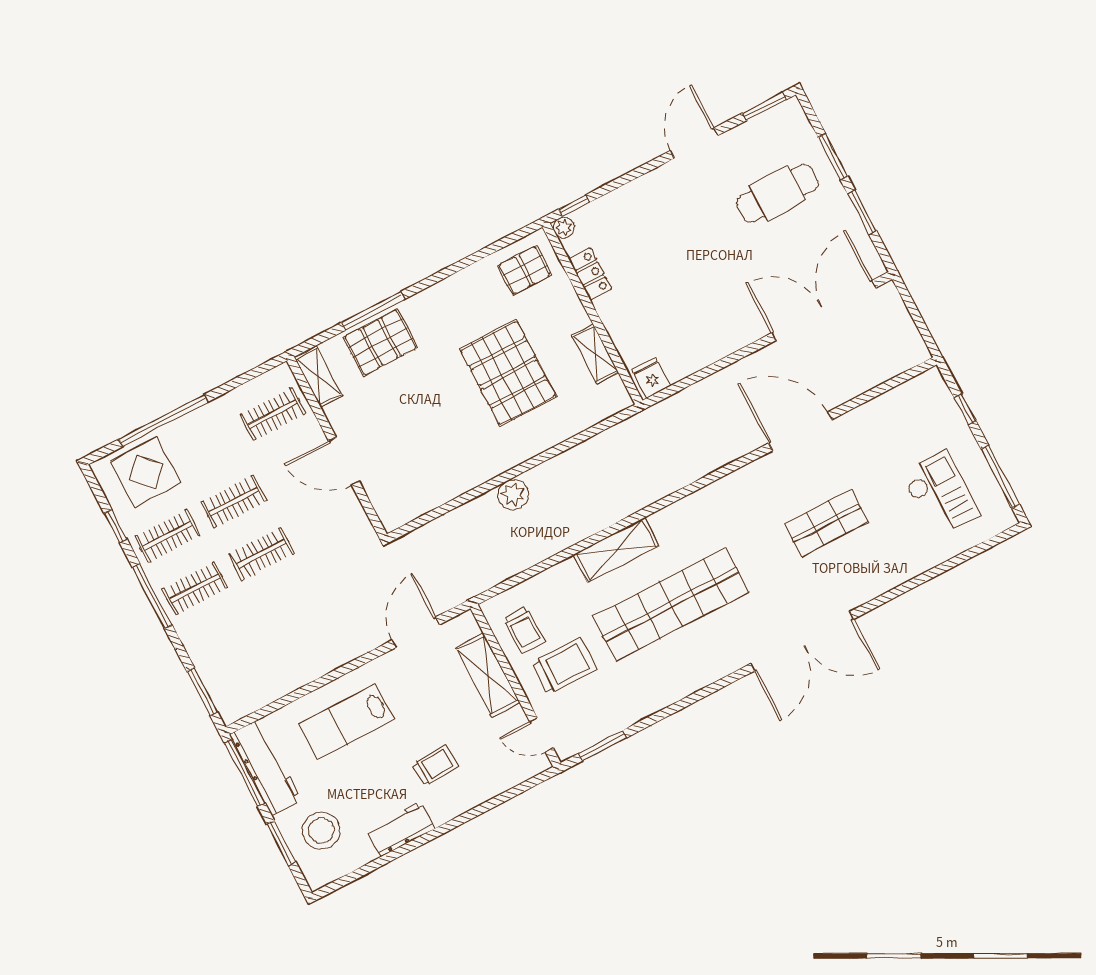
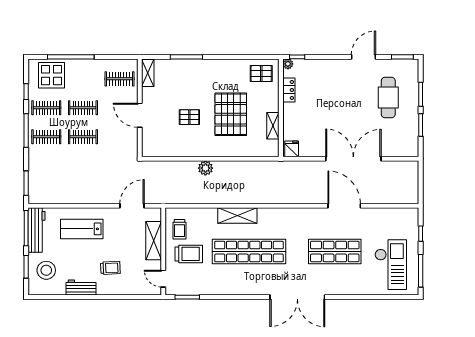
cafe table: (777, 193) -> (388, 97), turned 90
double door: (824, 310) -> (353, 159), moved
pallet: (380, 343) -> (189, 117), moved, width x0.67, depth x0.71
checkout: (940, 494) -> (391, 265), width x1.36, depth x1.21
shop shelf: (827, 523) -> (335, 251), width x1.43, depth x1.36

